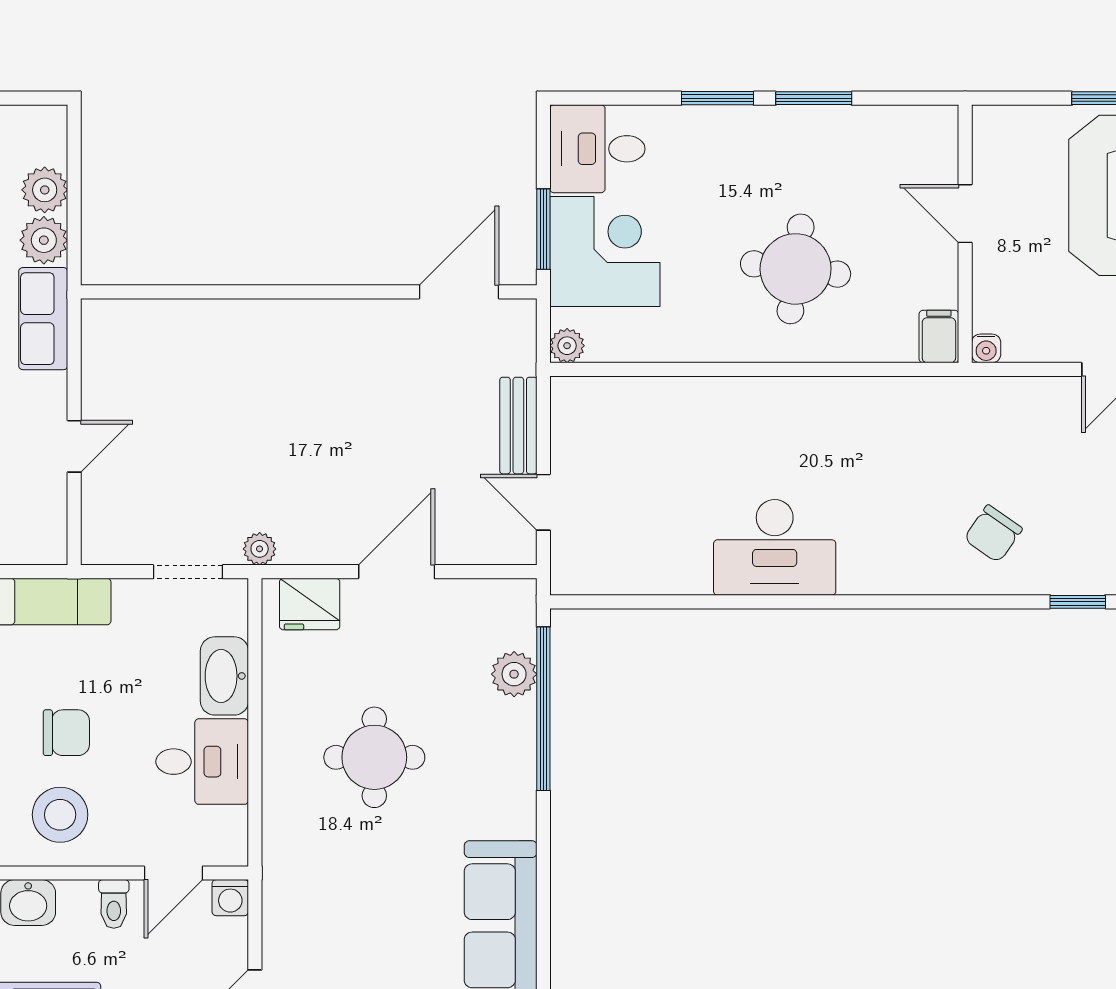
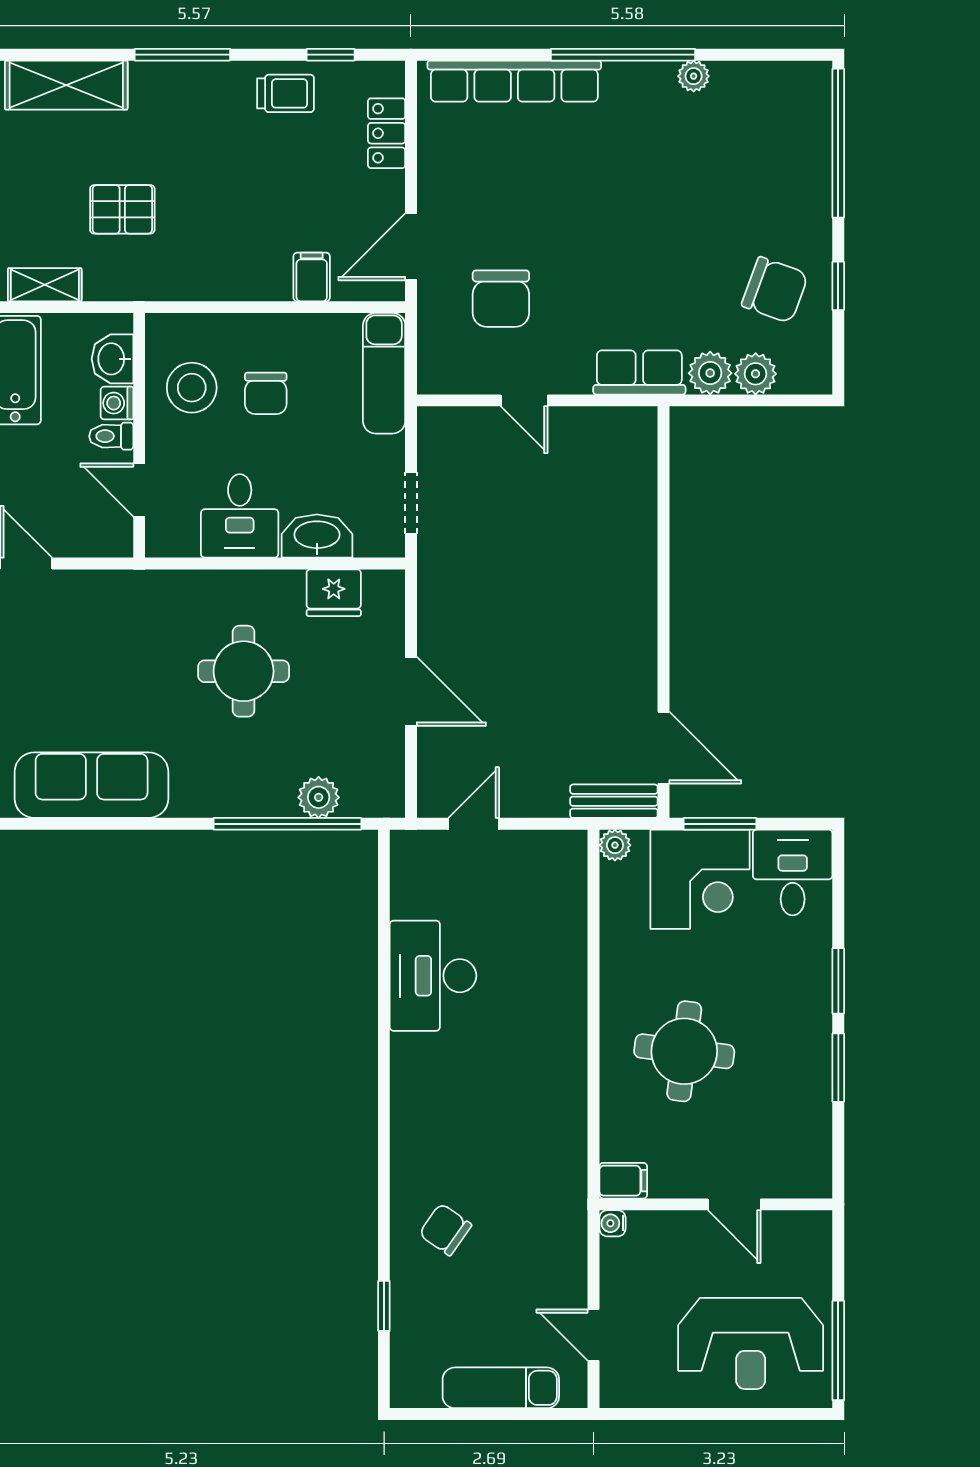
door: (965, 214) -> (734, 1204), swing flipped
bench: (518, 426) -> (614, 801), moved
desk: (775, 547) -> (433, 976), moved
plant: (260, 549) -> (432, 568), removed
fridge: (310, 604) -> (334, 593), moved, turned -90
washing machine: (230, 898) -> (117, 403), moved

